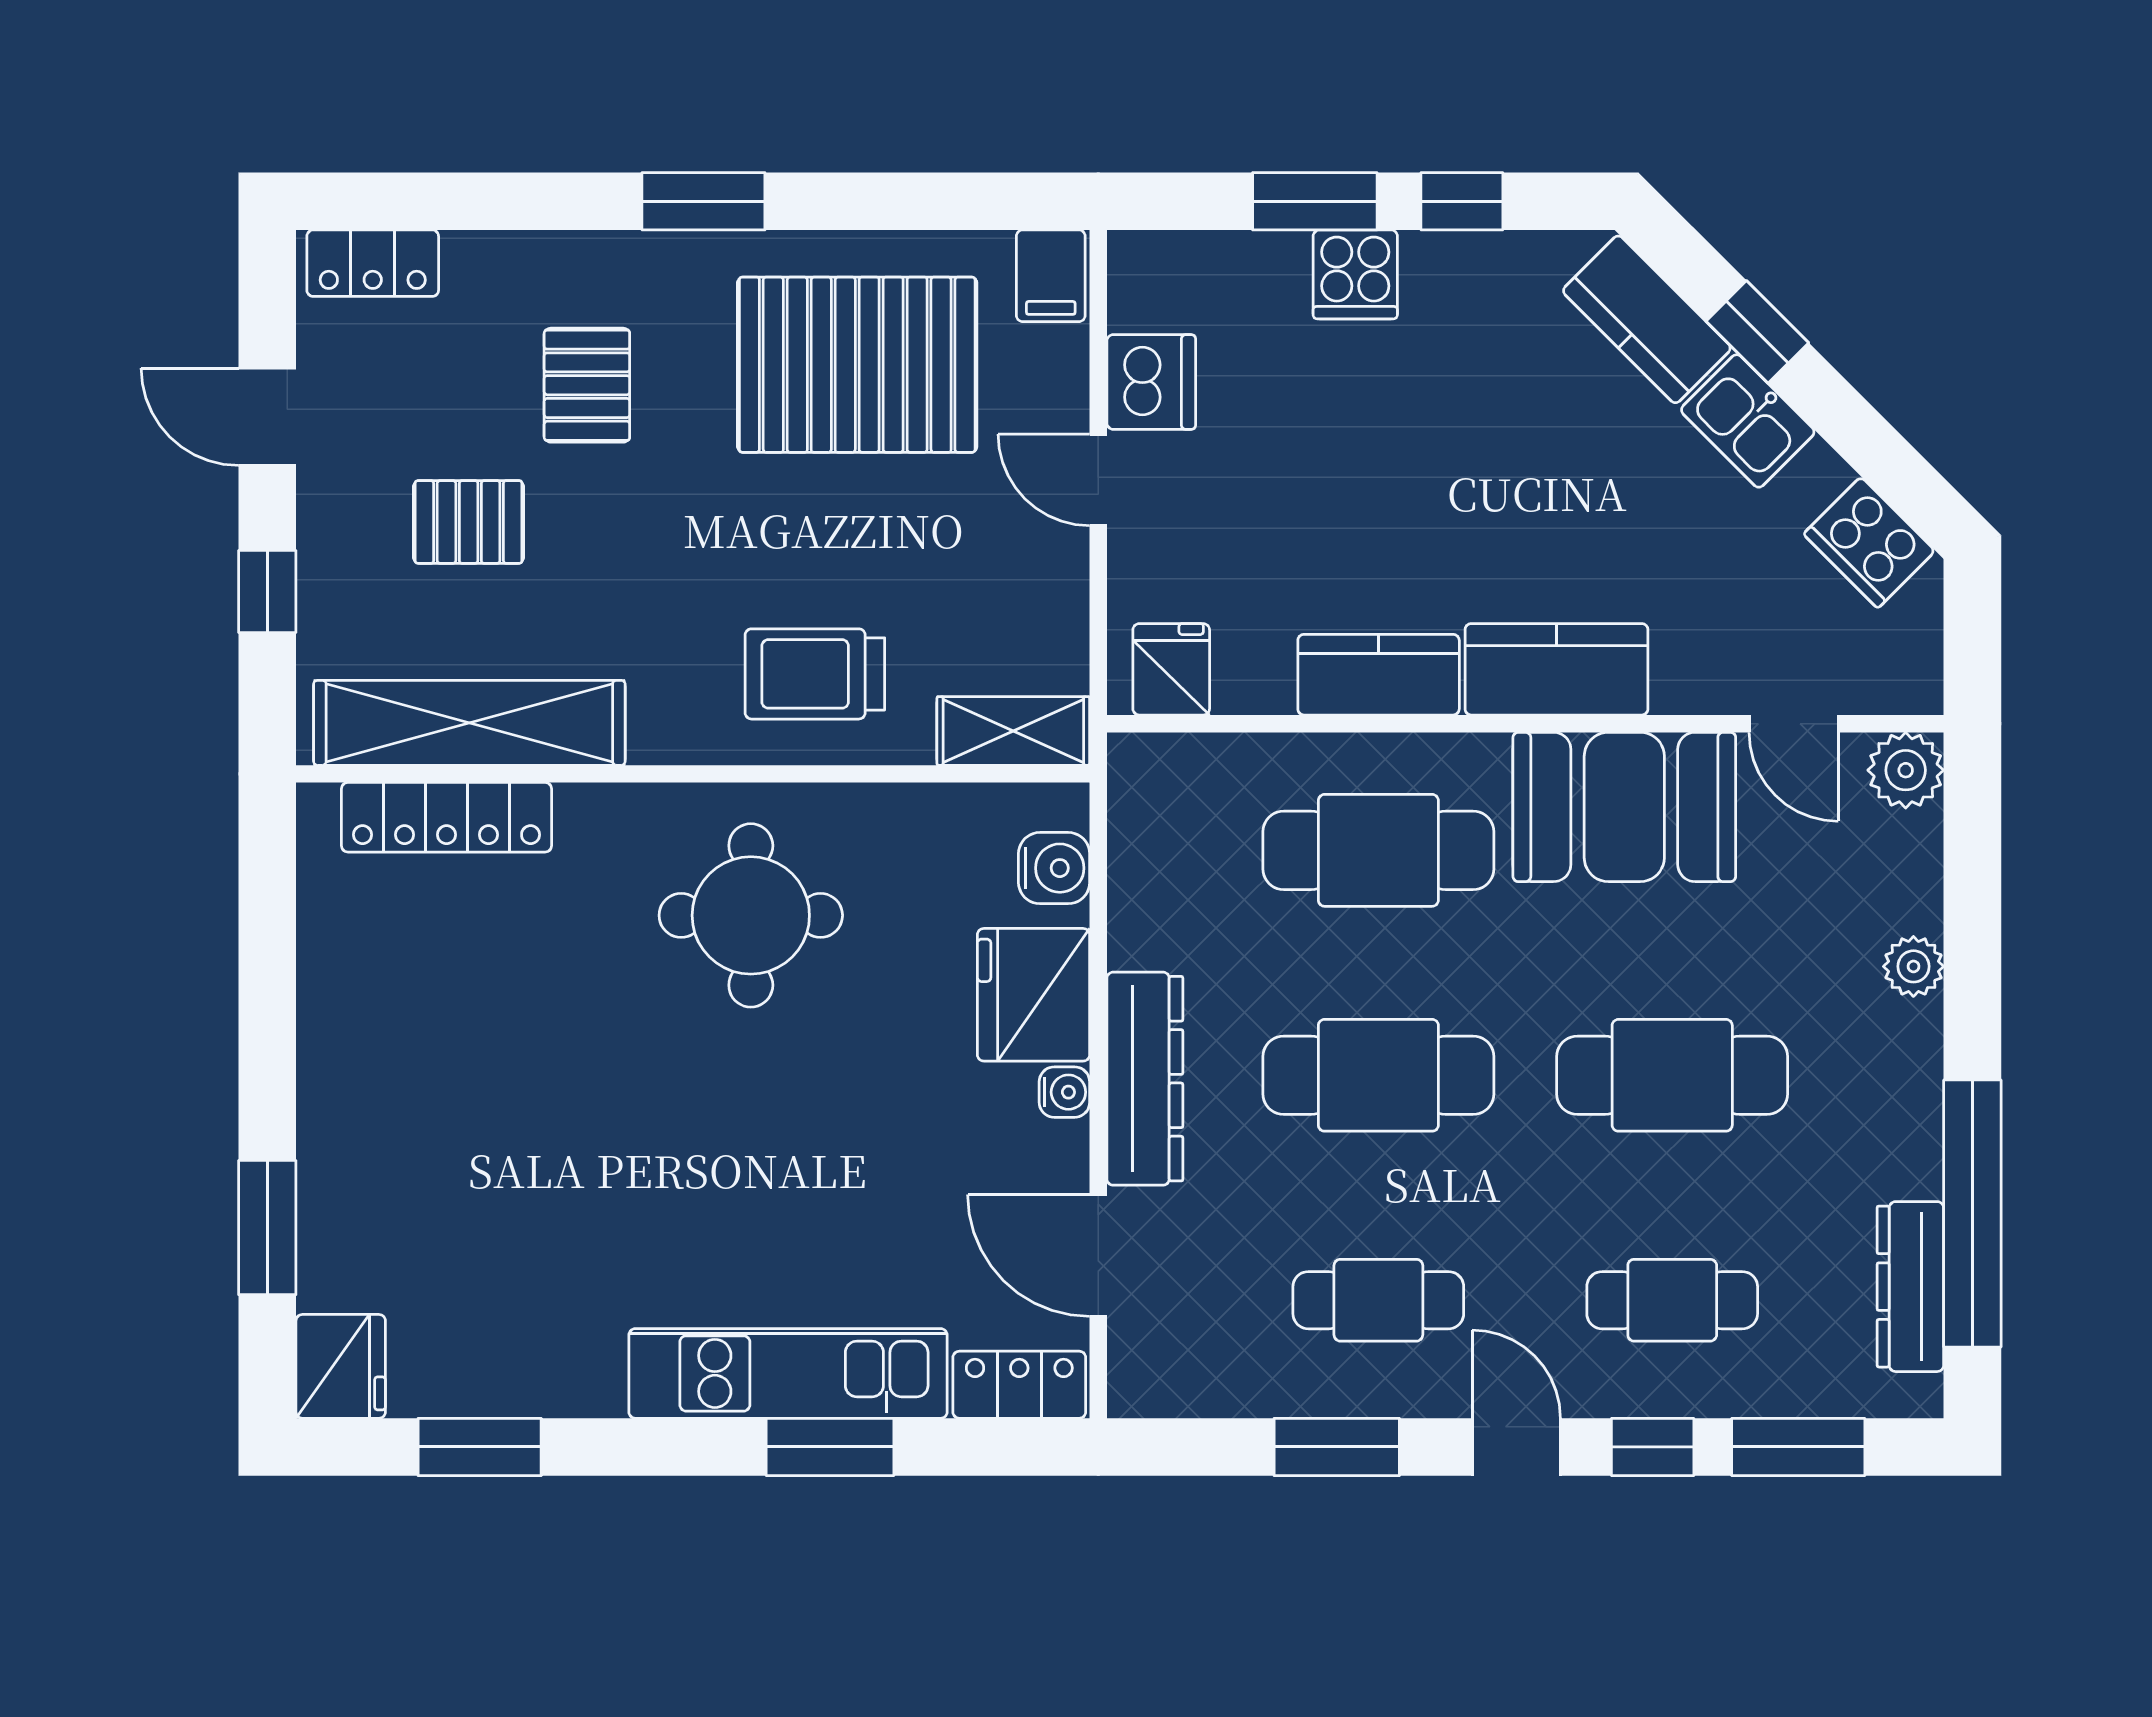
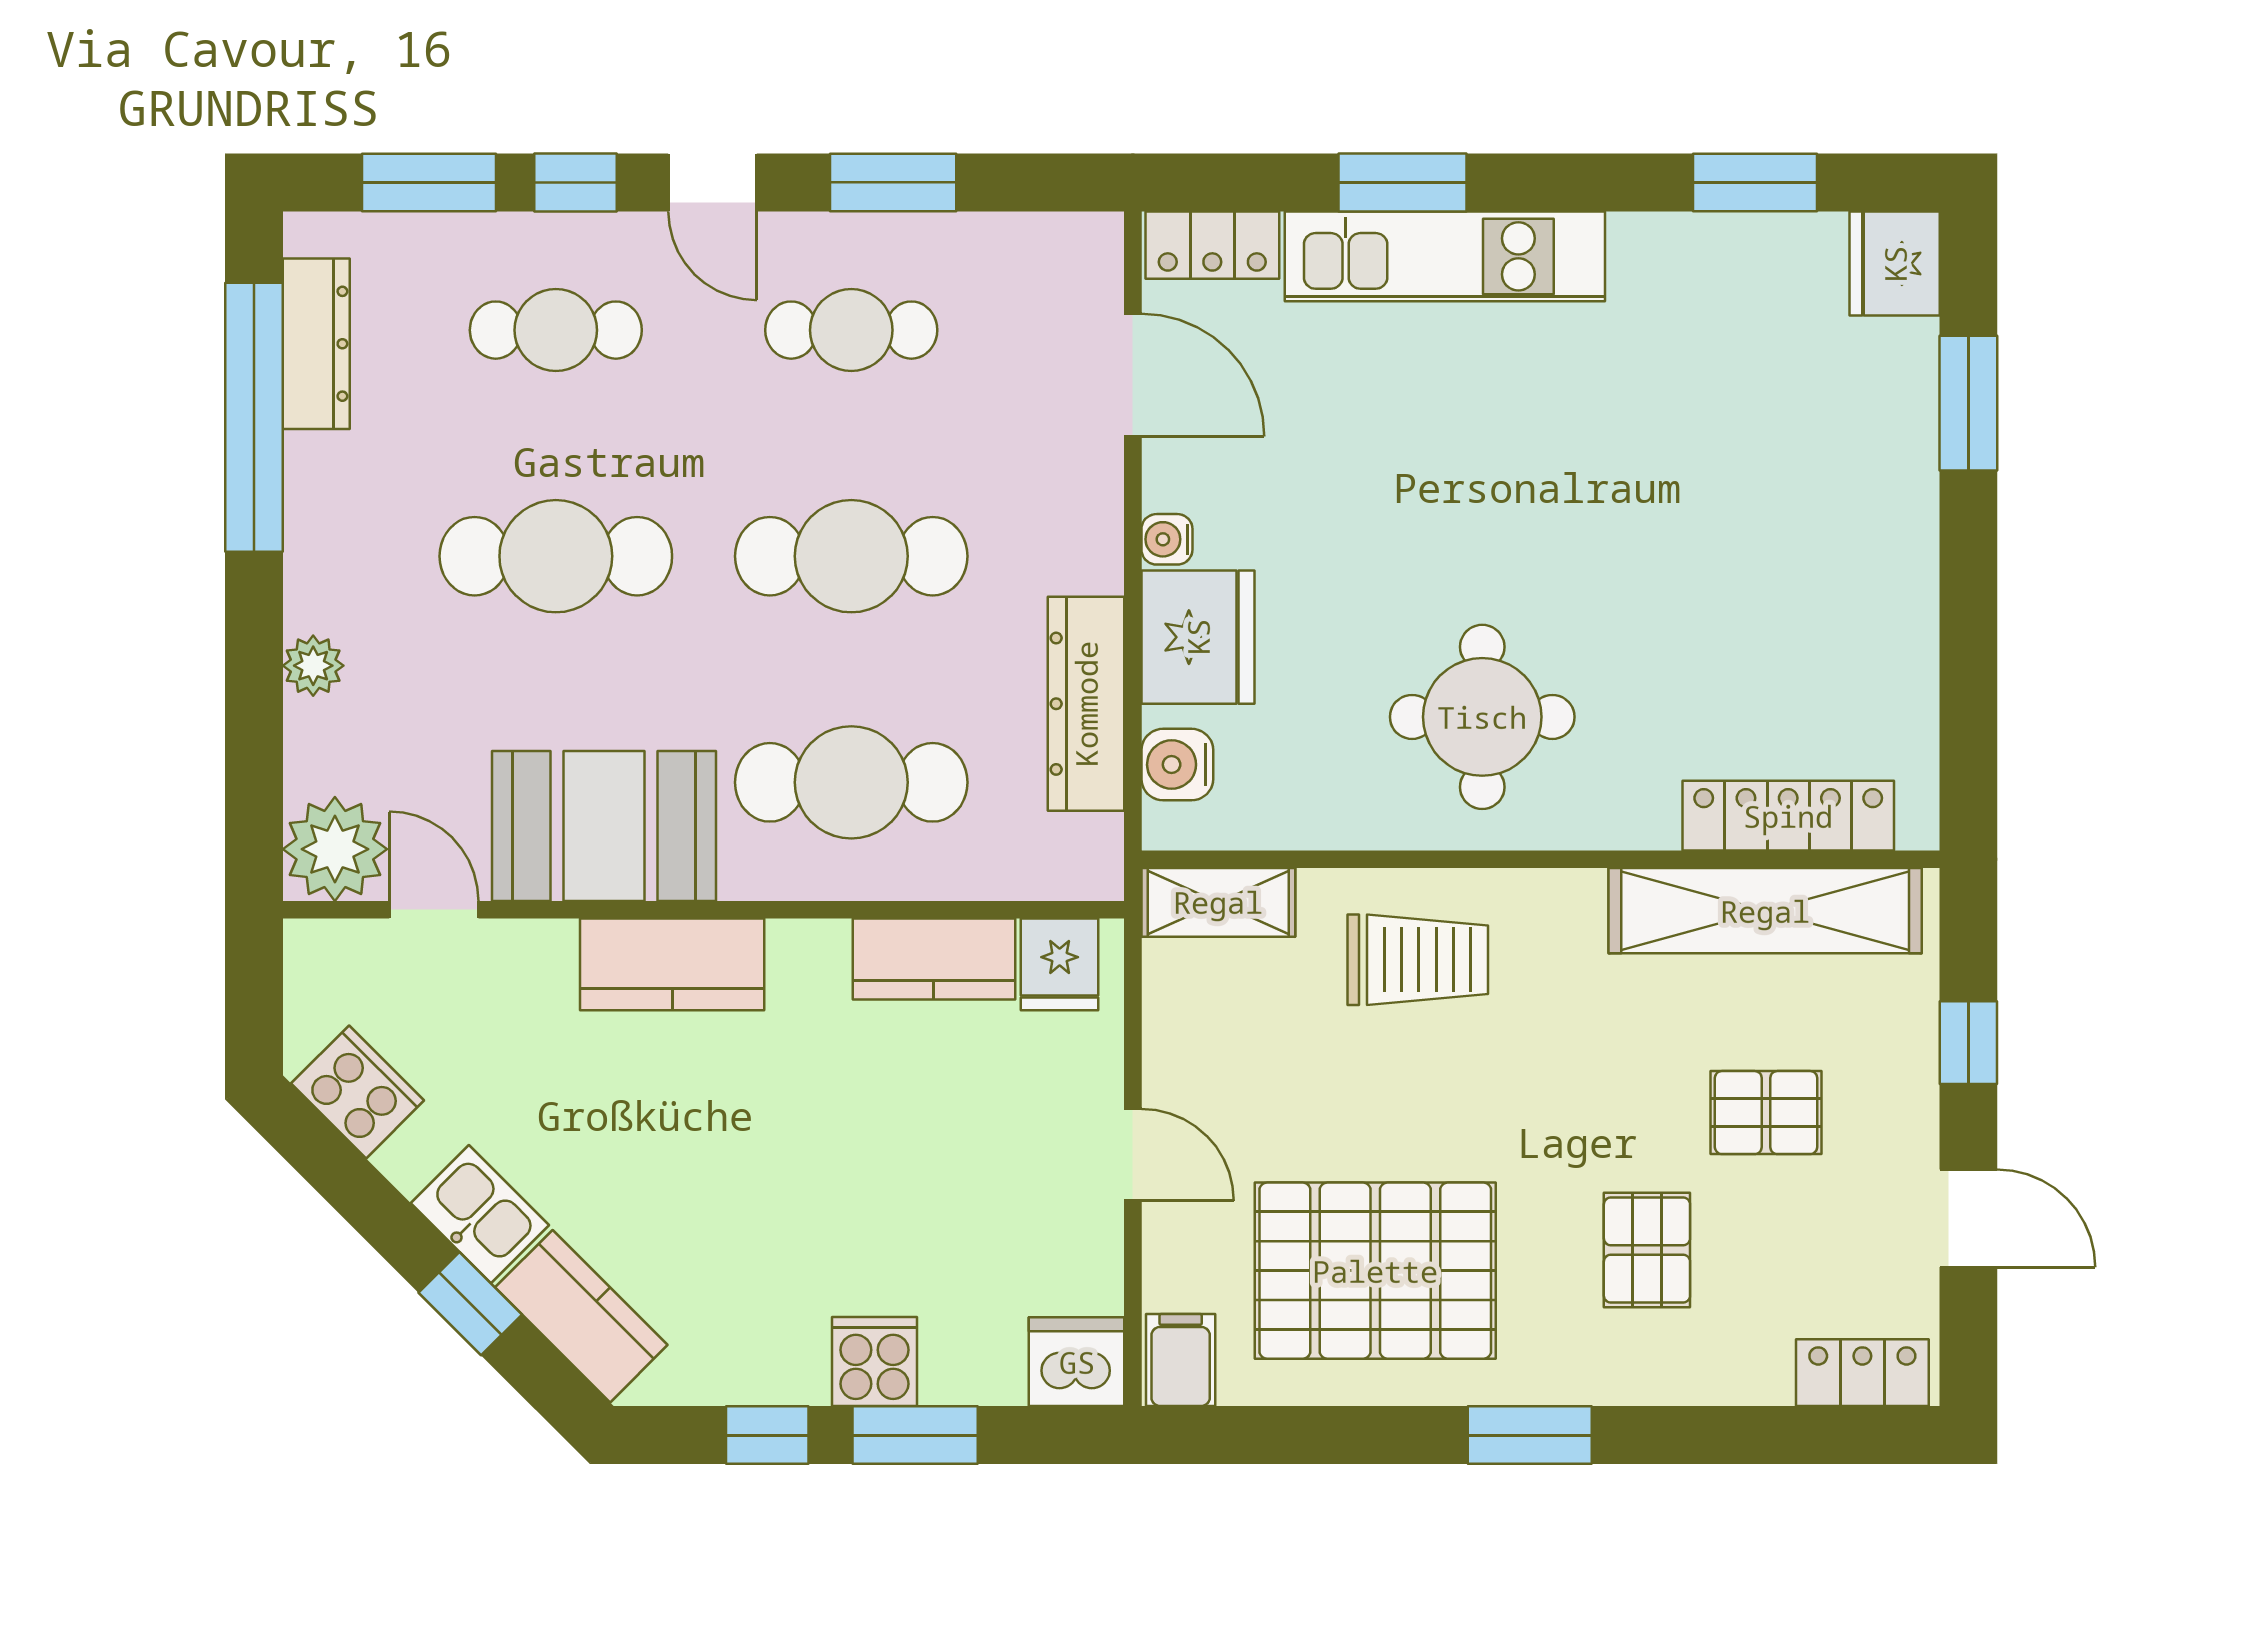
dishwasher: (1151, 382) -> (1077, 1362), moved, turned 90
kitchen counter: (1379, 675) -> (934, 959), moved
plant: (1906, 770) -> (335, 849), width x1.36, depth x1.36
dresser: (1145, 1079) -> (1086, 704), moved

